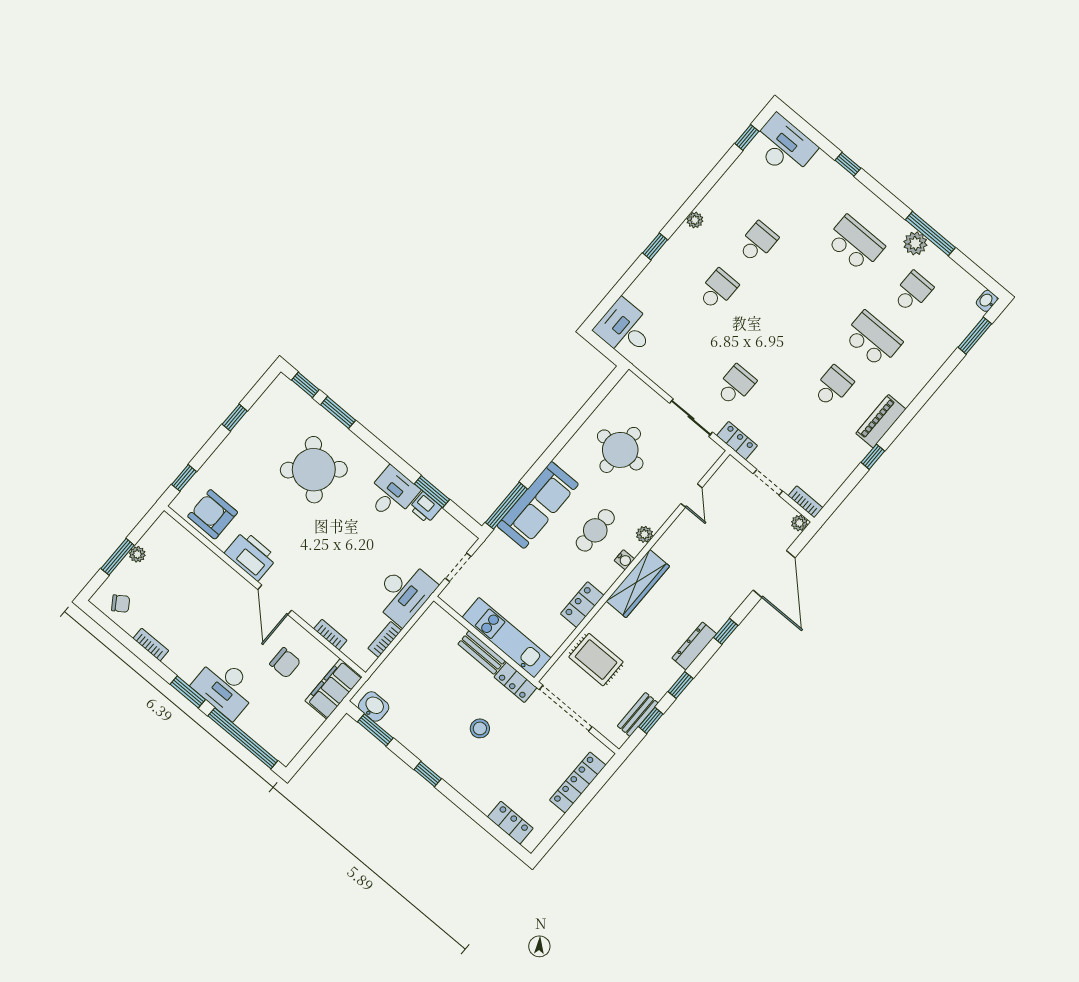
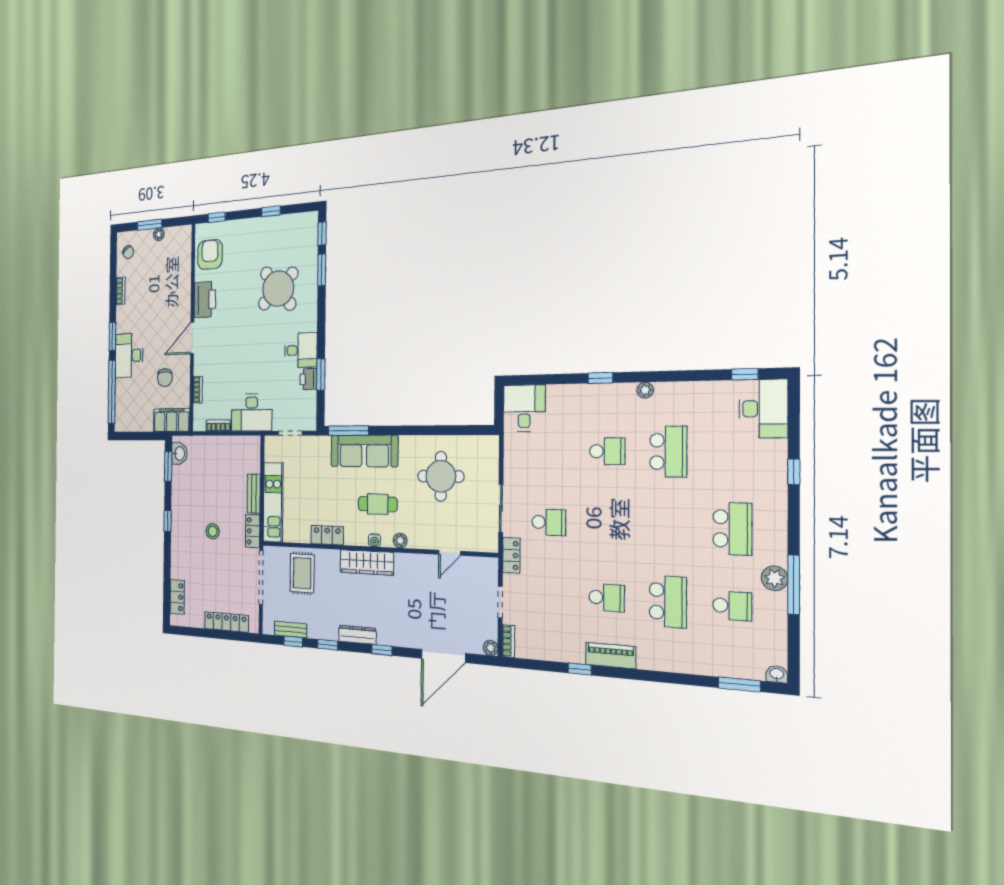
school desk: (758, 242) -> (668, 452), width x1.85

